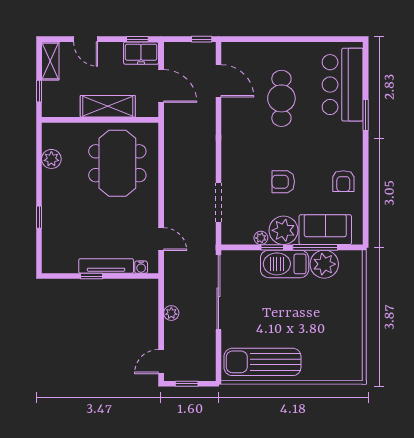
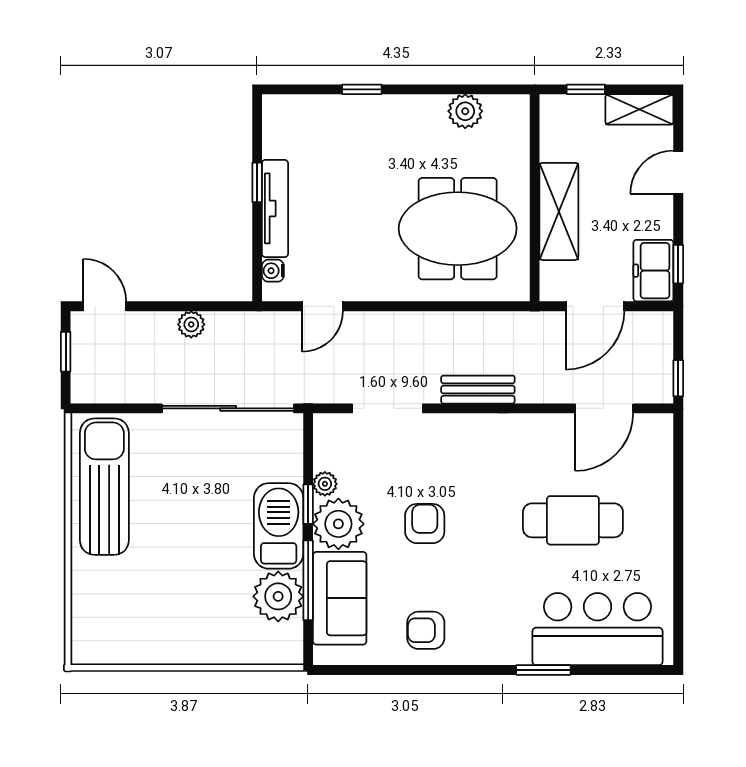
bench: (208, 152) -> (478, 390), added

